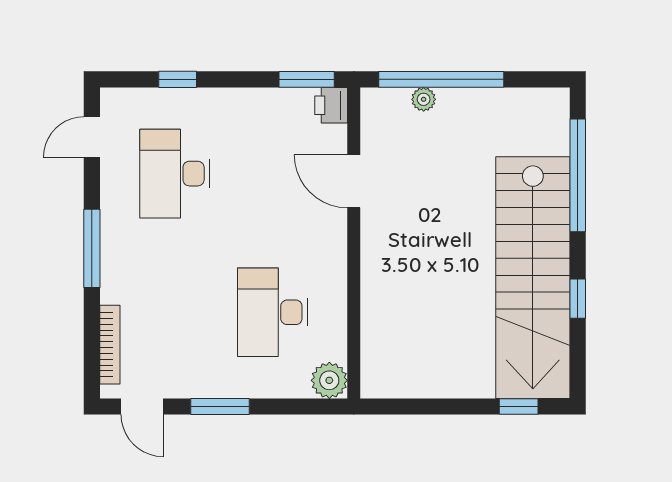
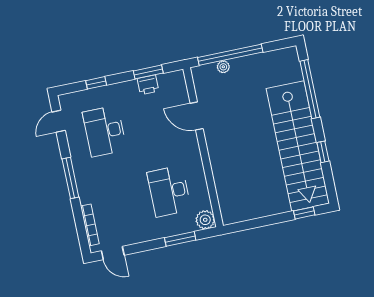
window: (307, 79) -> (148, 72), moved
printer: (331, 105) -> (148, 85), moved, turned -90
window: (220, 406) -> (180, 239), moved

